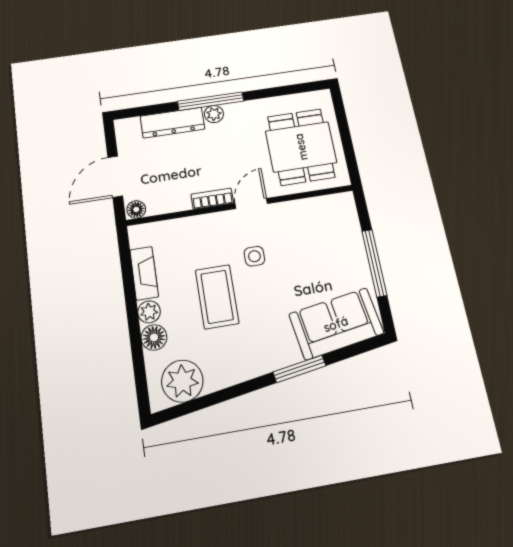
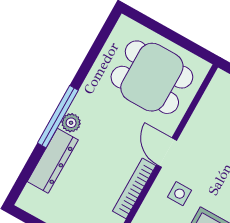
bookcase: (212, 199) -> (134, 188), width x1.56
side table: (254, 256) -> (180, 194), moved

